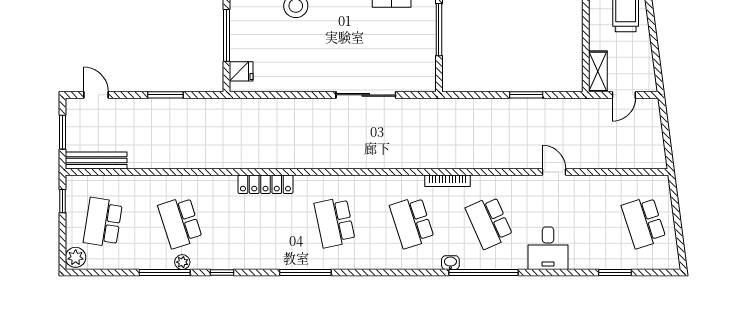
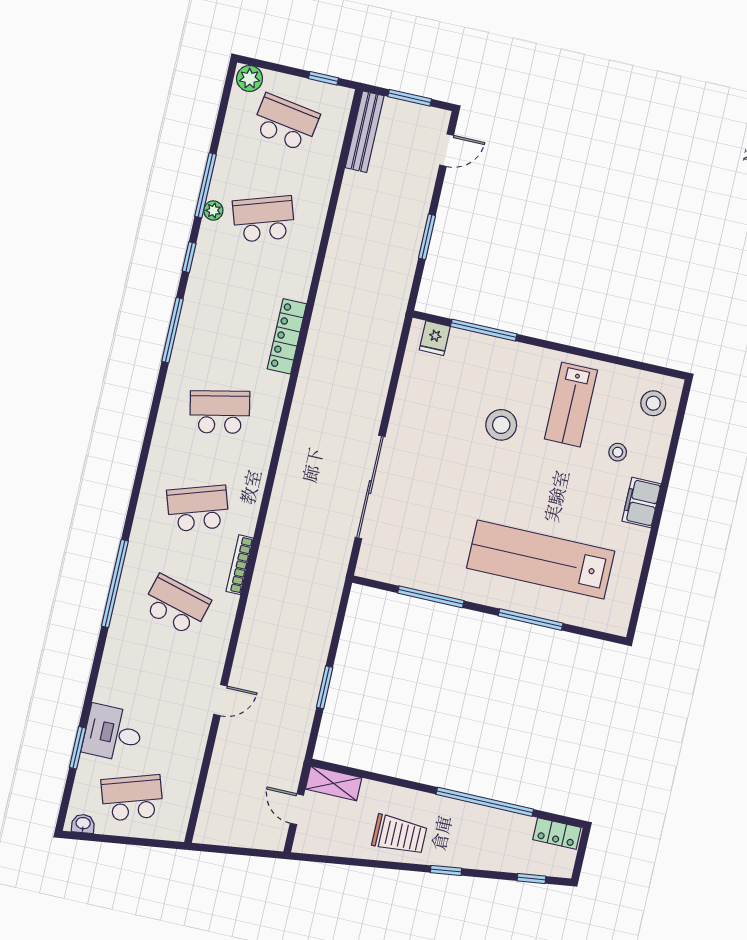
sliding door: (366, 95) -> (370, 487), width x1.36
school desk: (489, 222) -> (176, 605), turned 39
desk: (548, 248) -> (113, 733), moved
washbasin: (450, 263) -> (83, 824), moved, turned -97
window: (305, 272) -> (173, 330), moved

